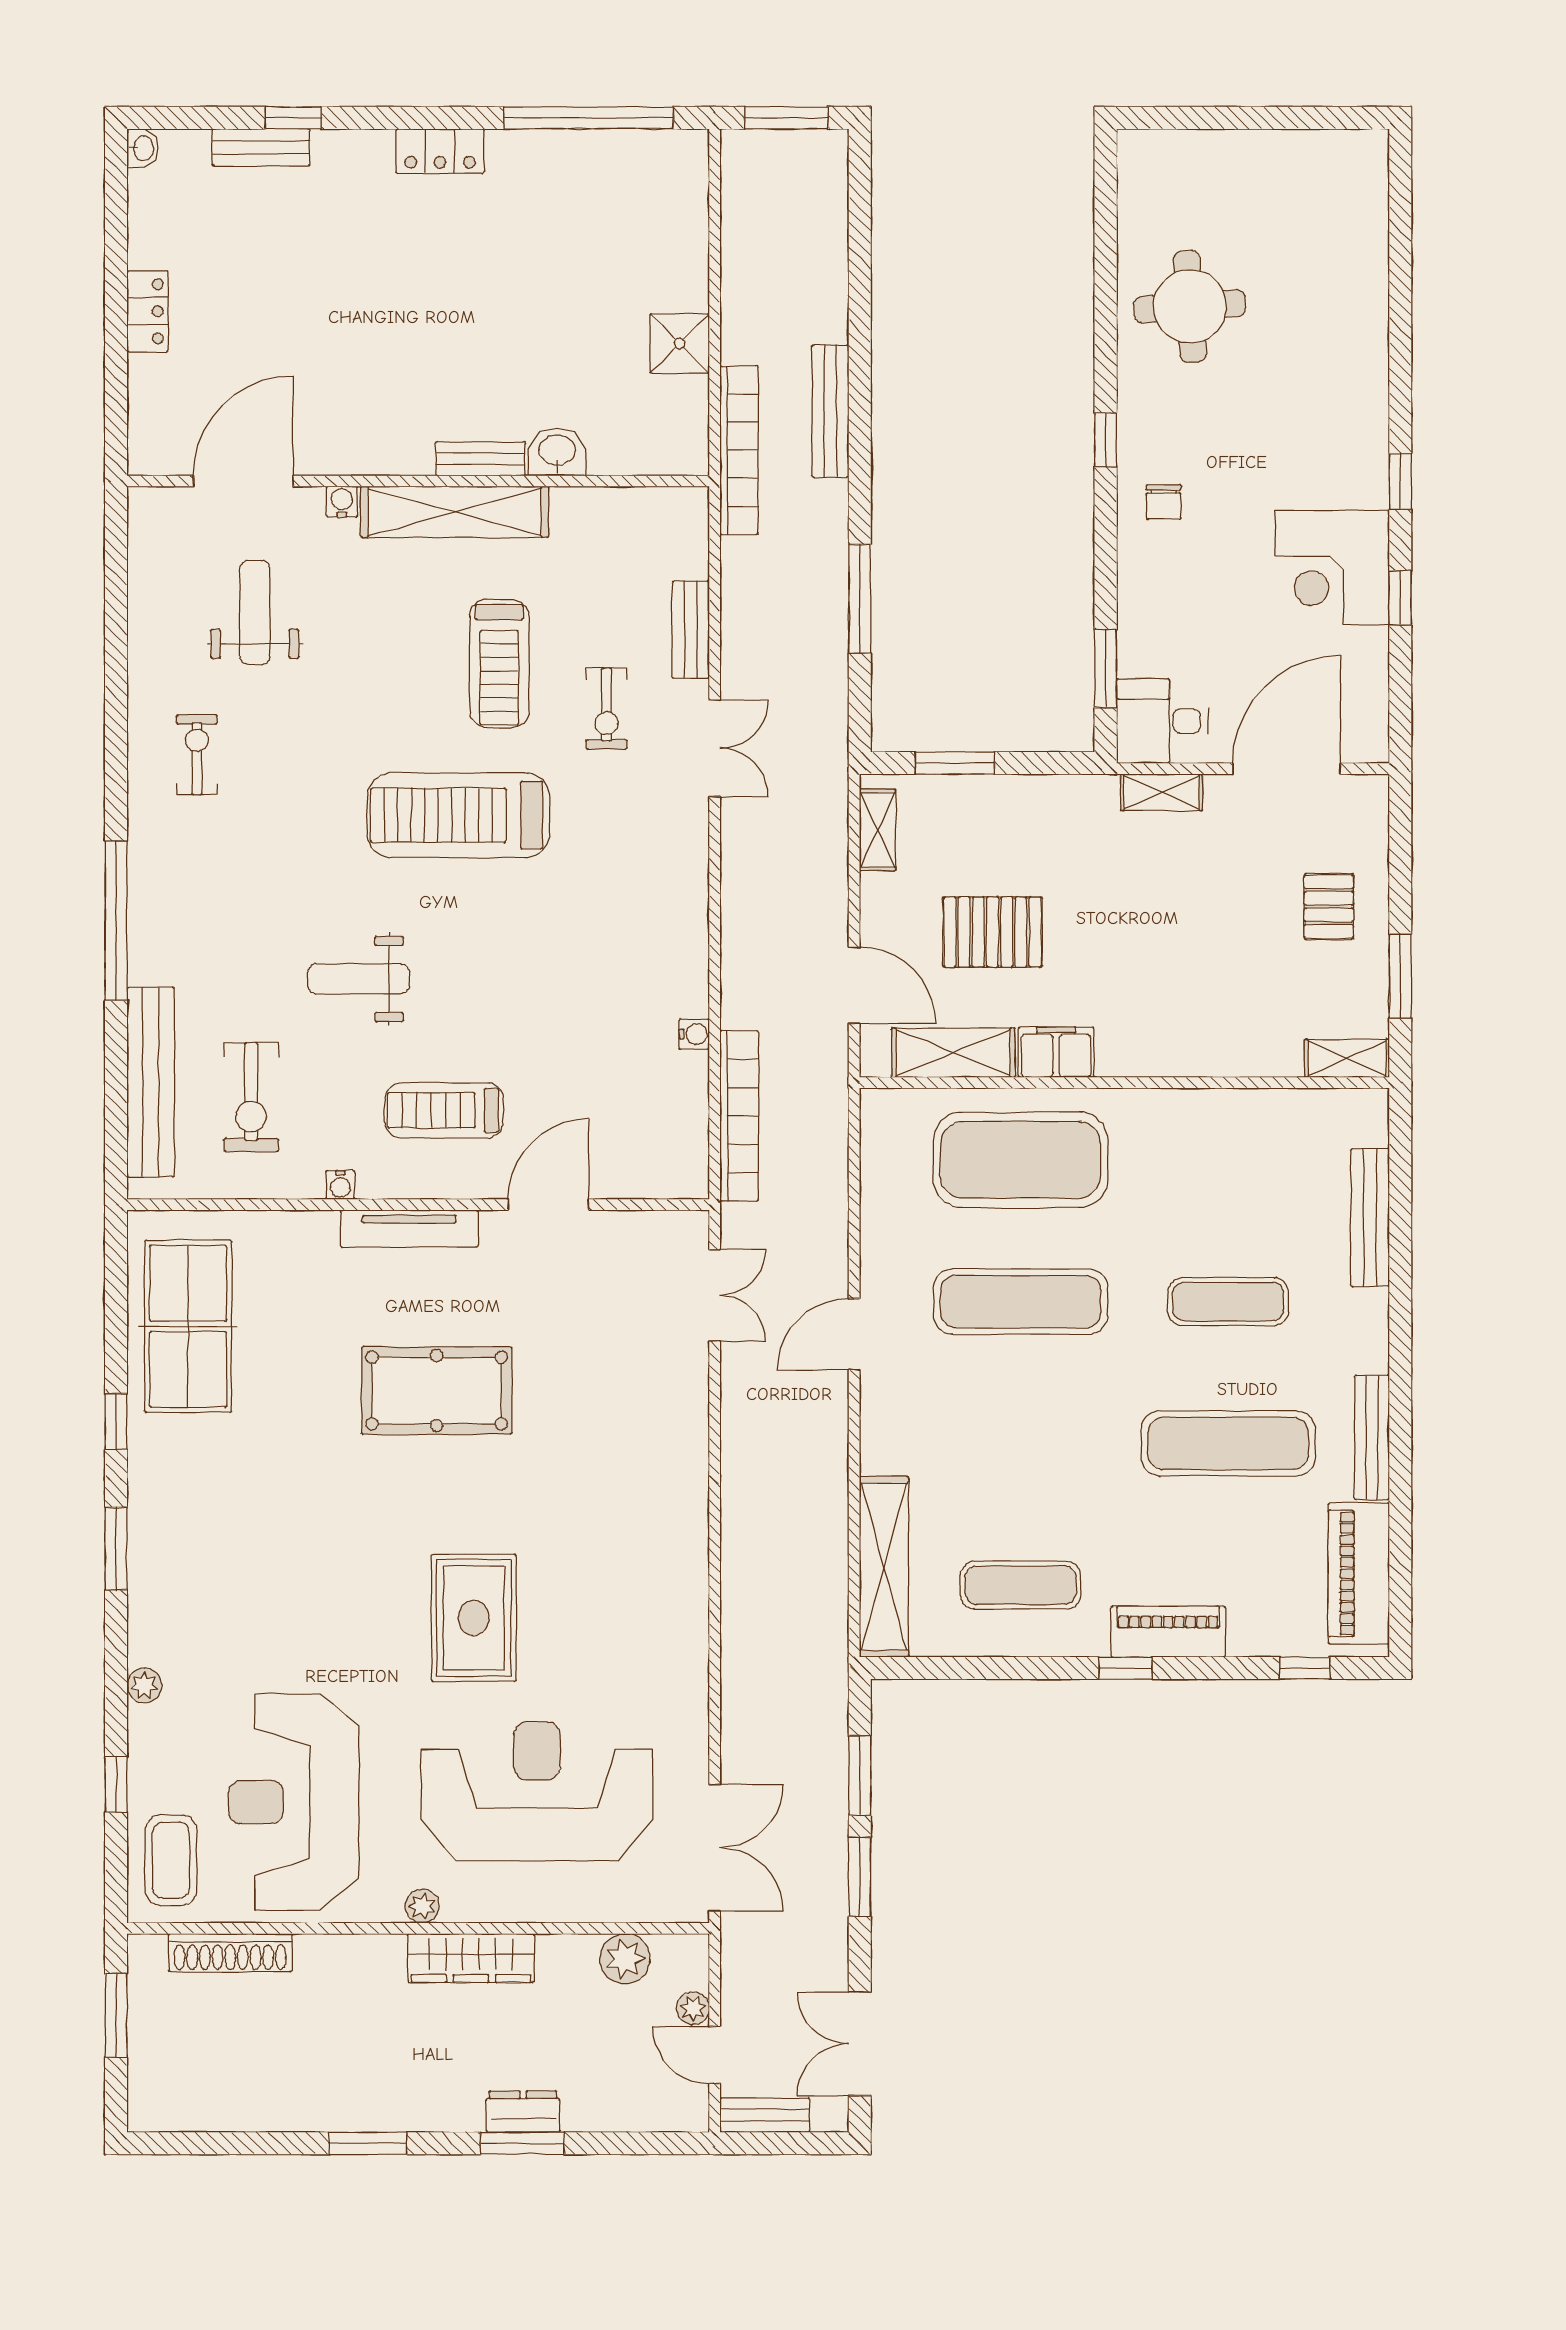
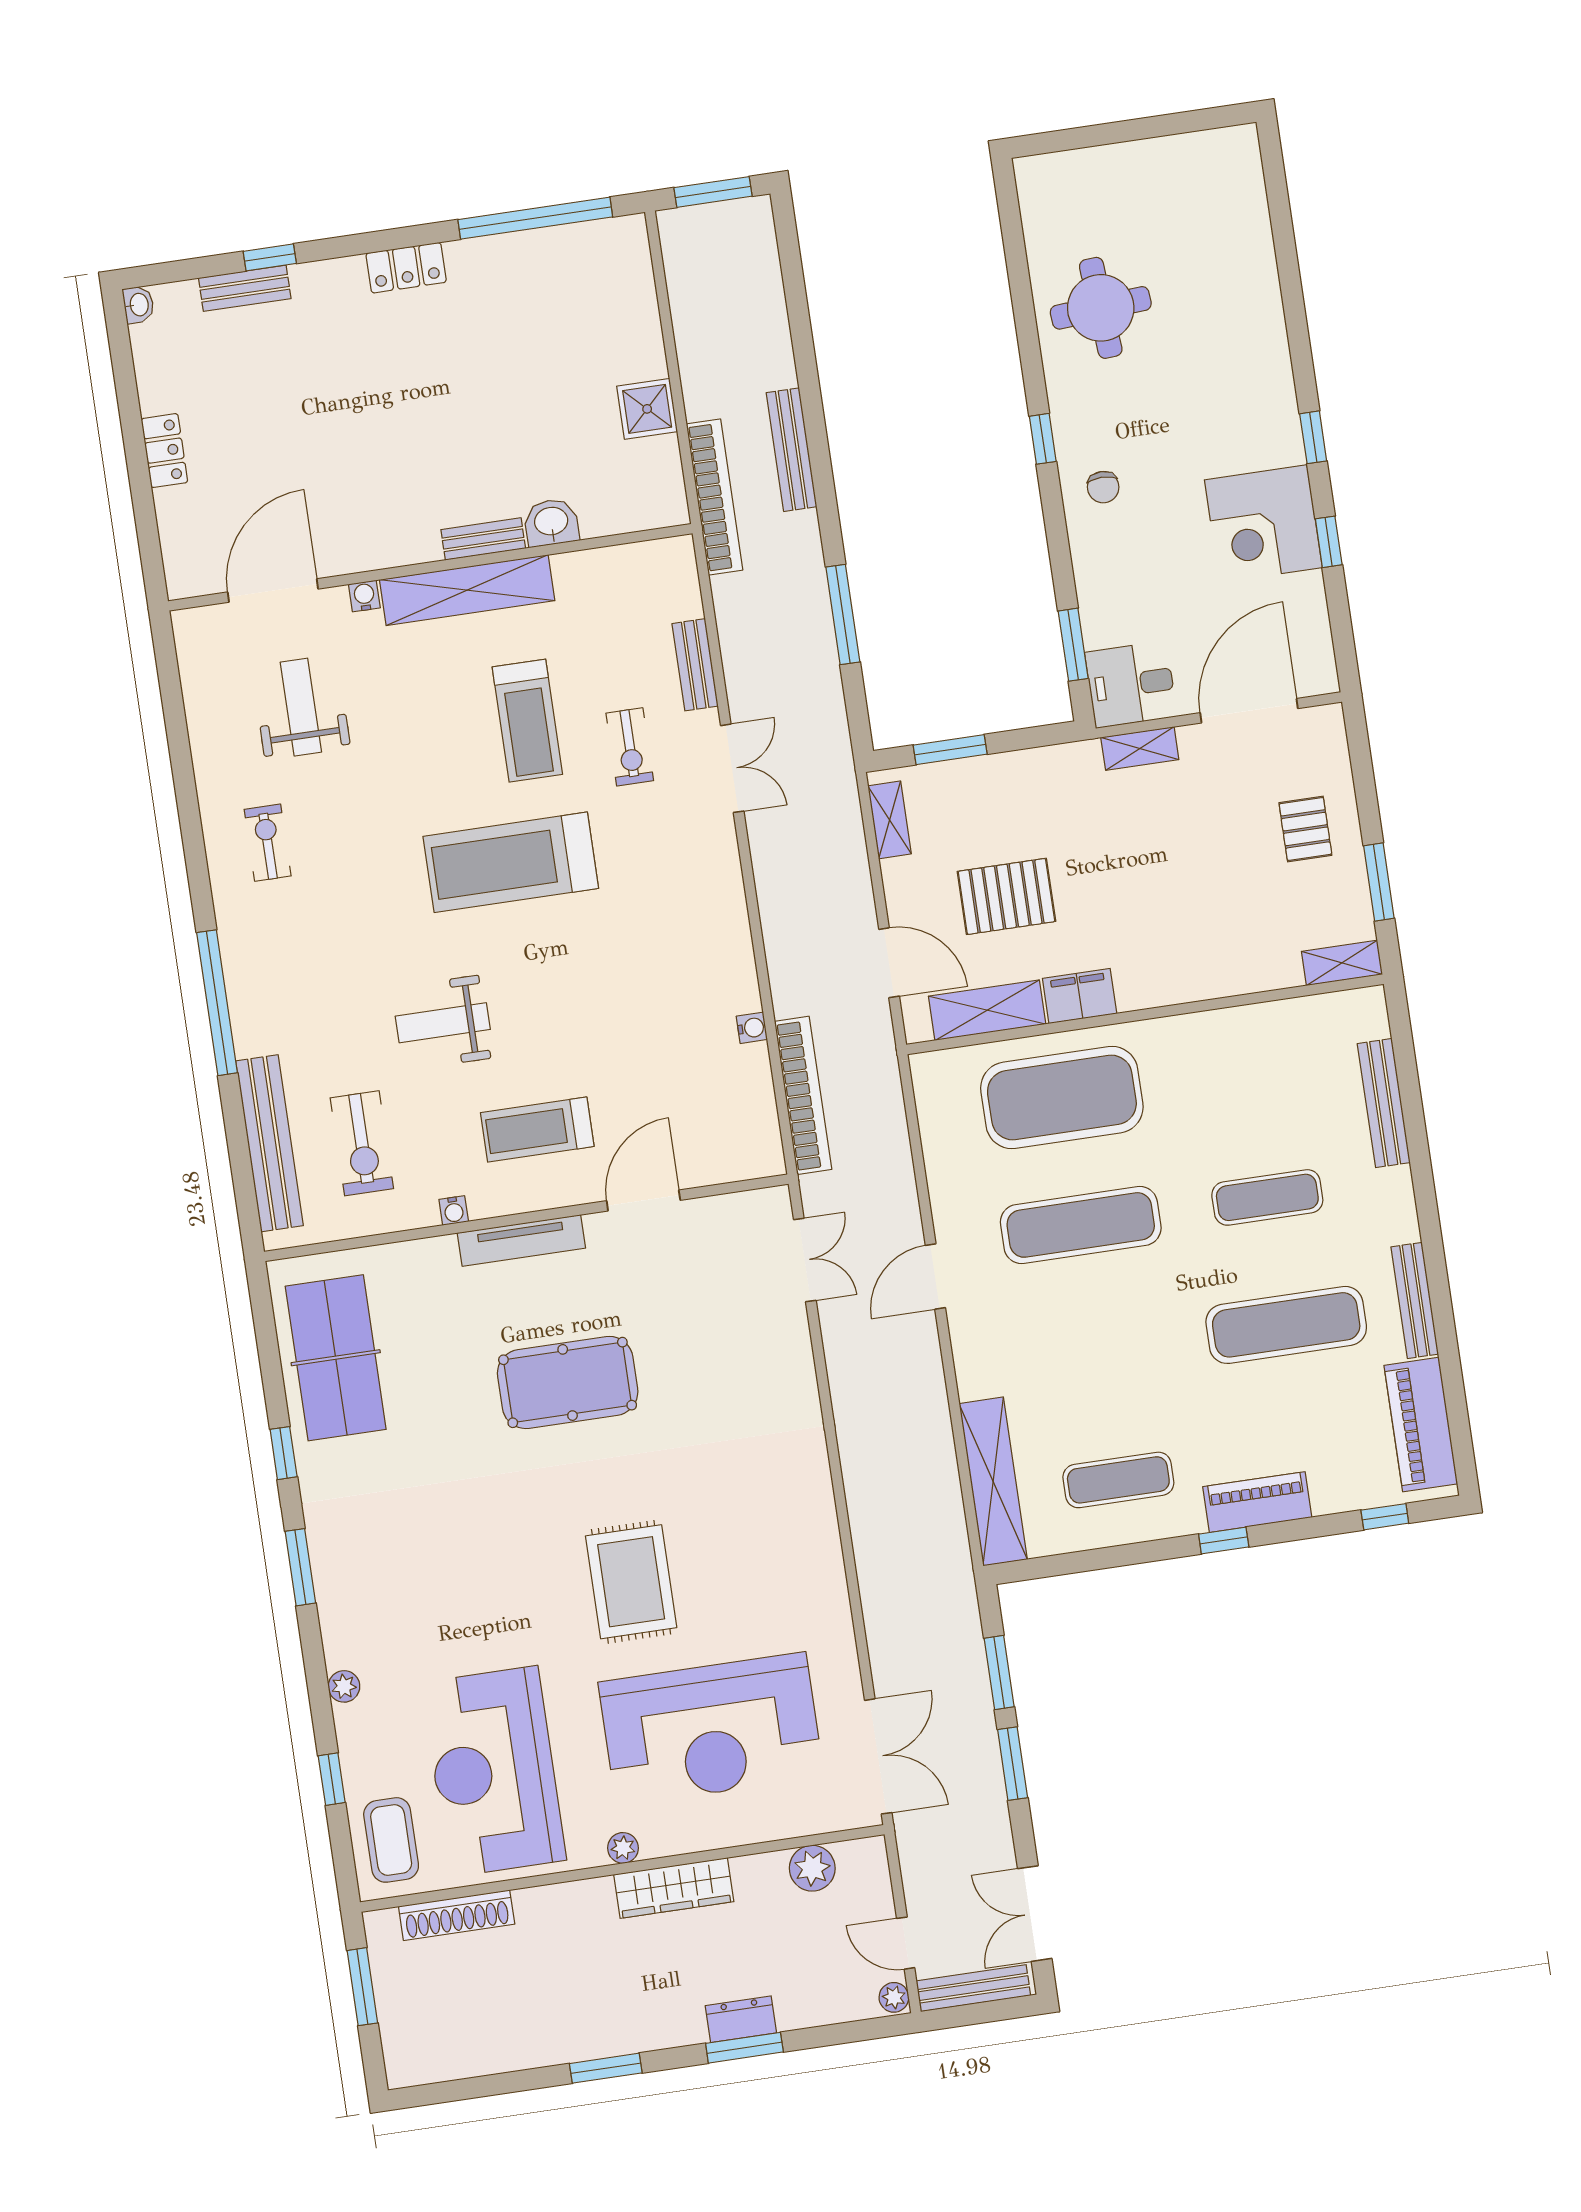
reception desk: (537, 1791) -> (711, 1729), turned 180
plant: (693, 2008) -> (894, 1997), moved
bench: (765, 2115) -> (973, 1988), width x1.36

